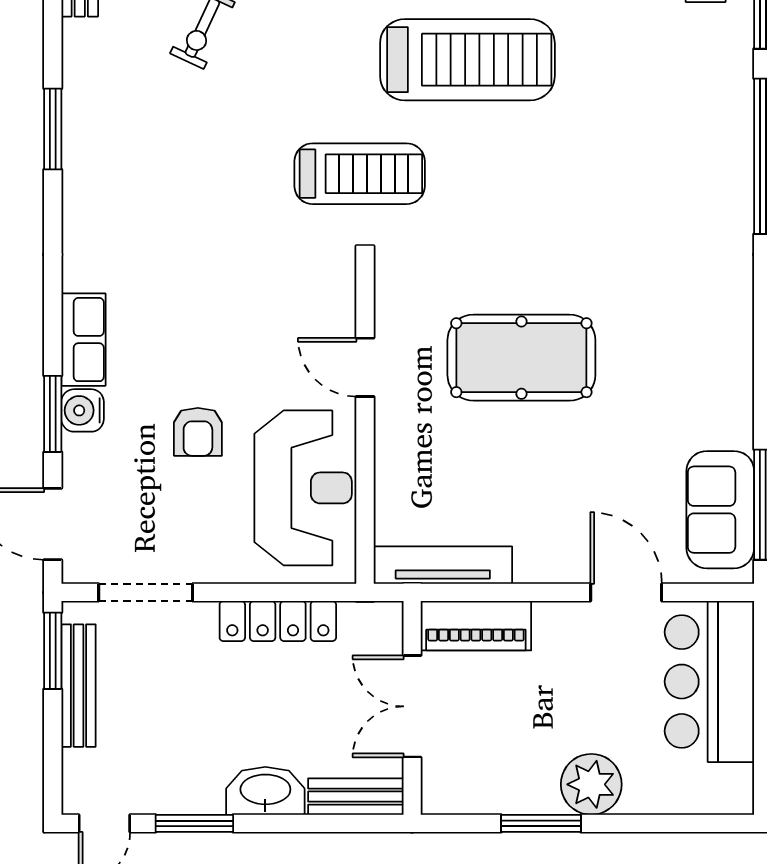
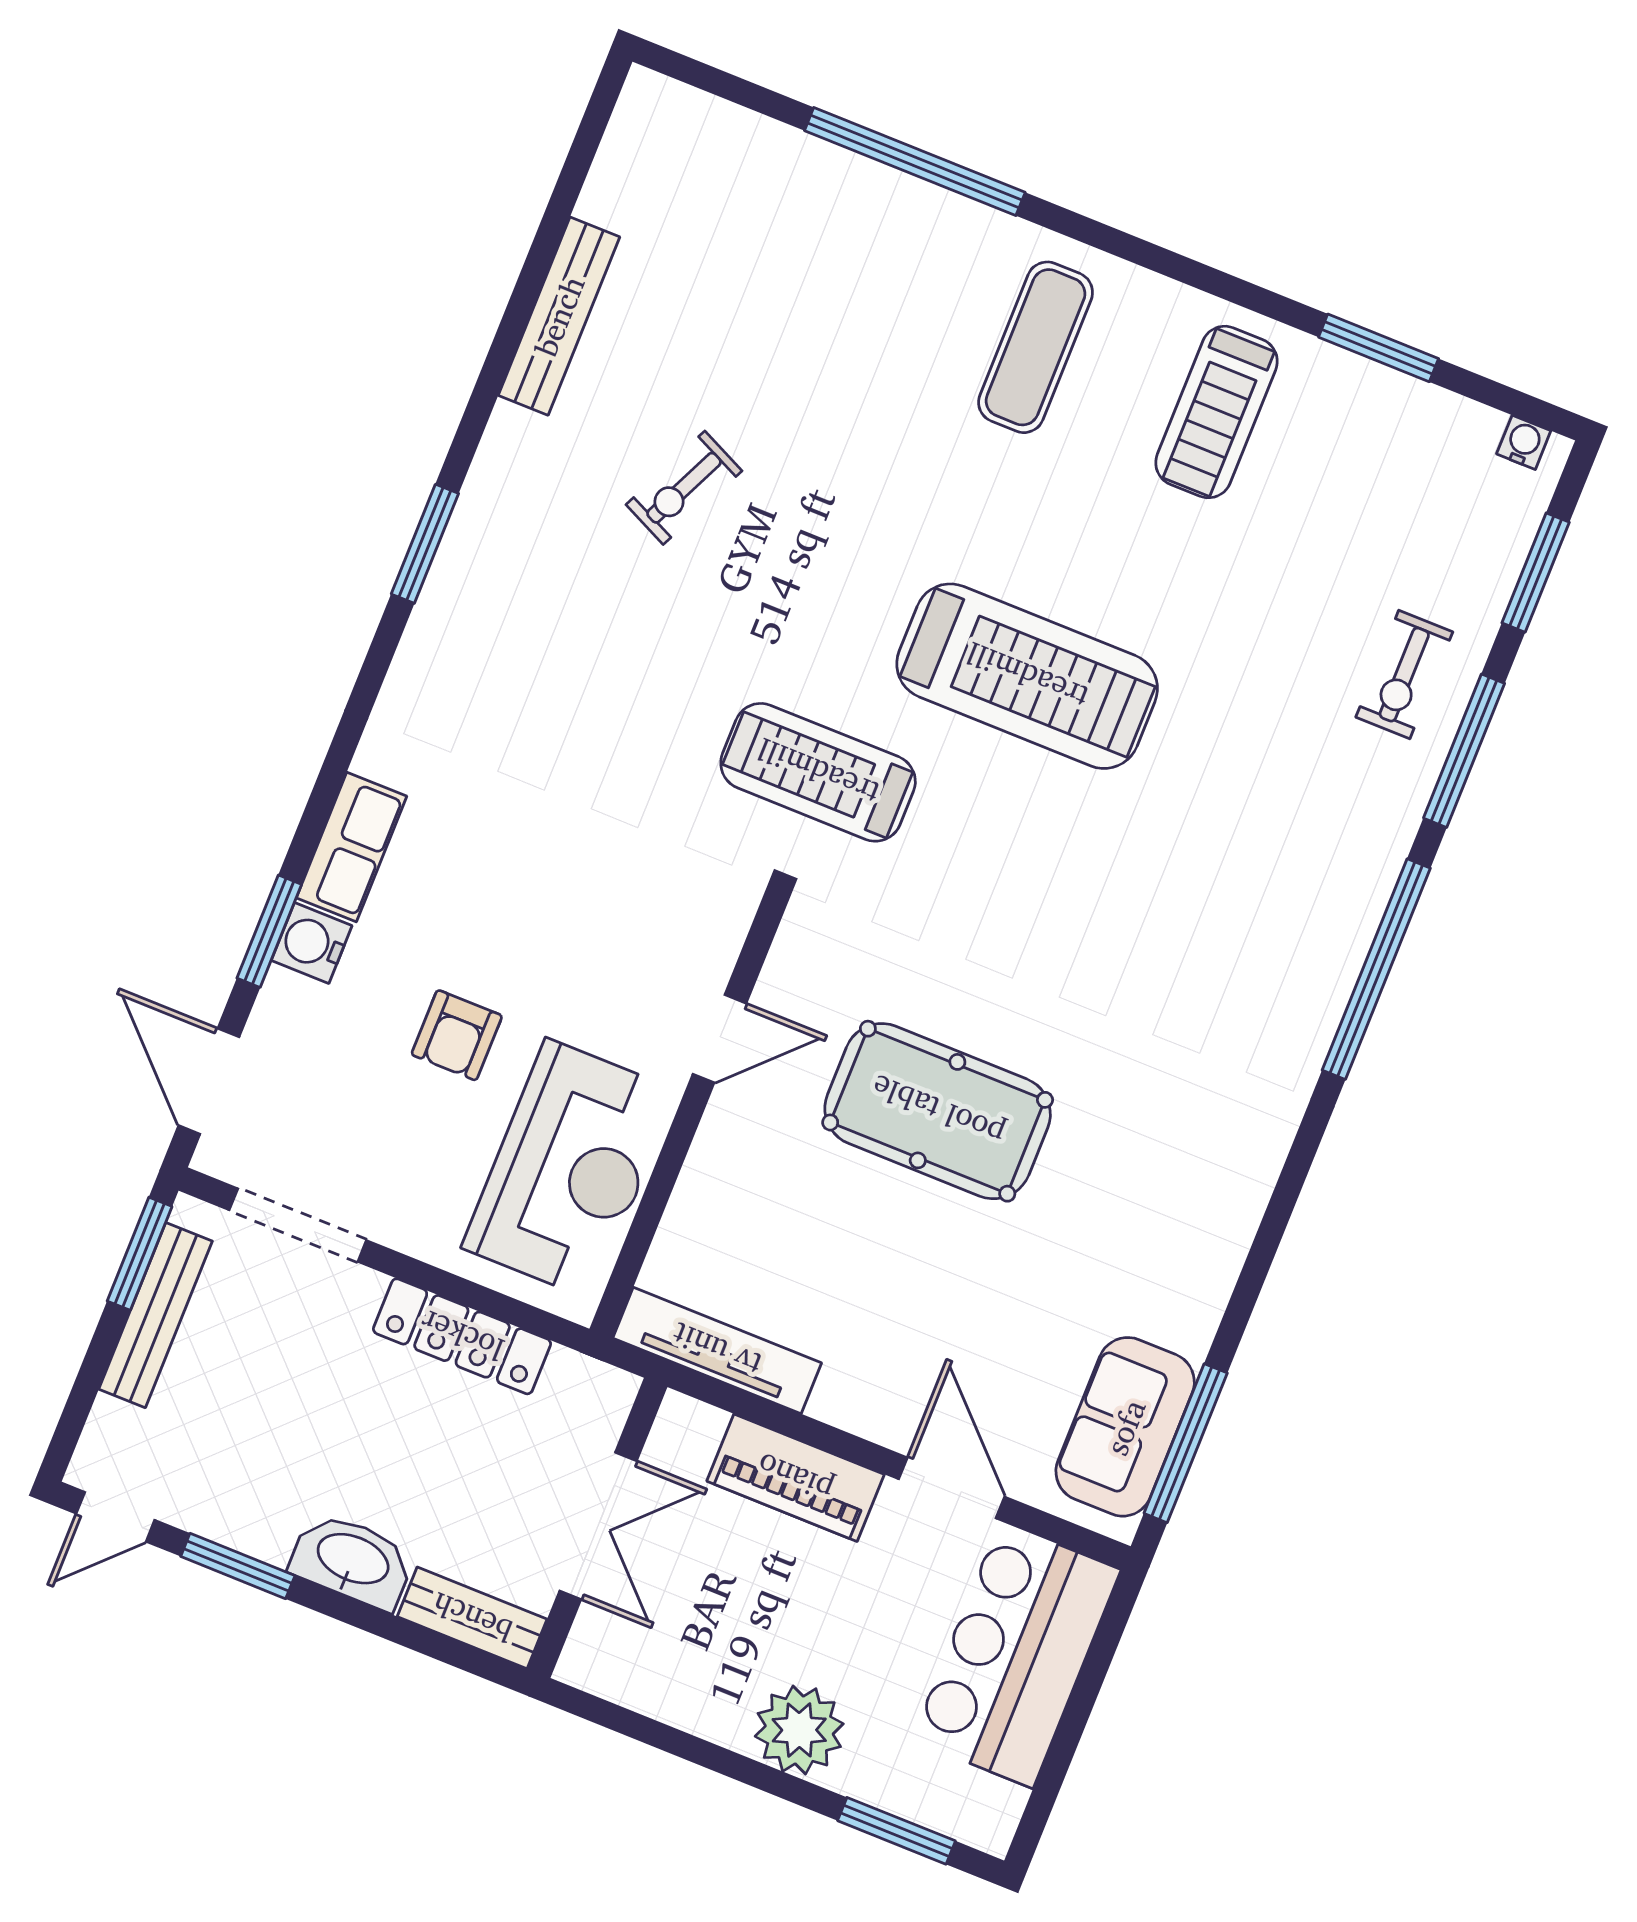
treadmill: (360, 174) -> (818, 772), turned 180
door: (365, 367) -> (720, 1039), swing flipped
piano: (476, 626) -> (795, 1478), moved
double door: (412, 706) -> (598, 1526), swing flipped
window: (541, 823) -> (897, 1831), moved

